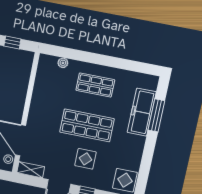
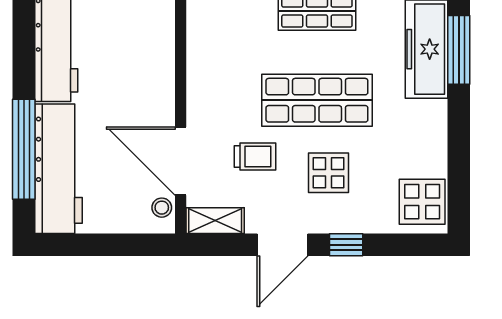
trolley: (54, 145) -> (255, 157), added

